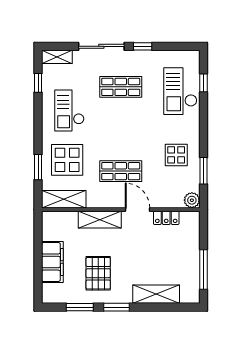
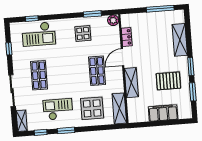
window: (143, 46) -> (9, 49), moved
checkout: (69, 111) -> (58, 109), turned 180
window: (38, 167) -> (66, 130), moved

